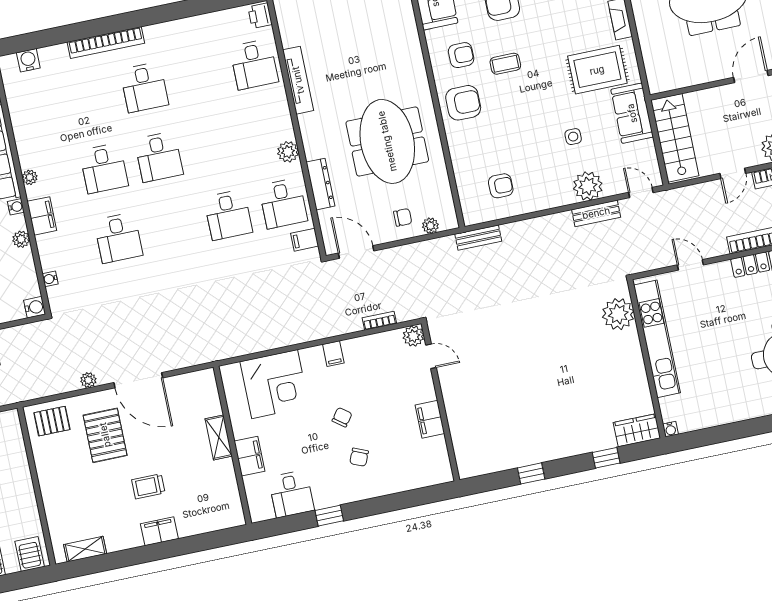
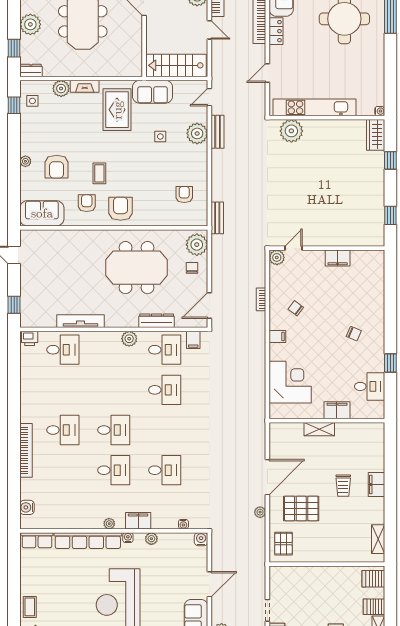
plant: (430, 226) -> (197, 245), width x1.87, depth x1.87
plant: (413, 336) -> (277, 257), moved
door: (431, 356) -> (293, 248), moved
wall: (440, 402) -> (327, 248), moved
chair: (342, 417) -> (296, 308), moved
filing cabinet: (430, 419) -> (338, 258), moved

